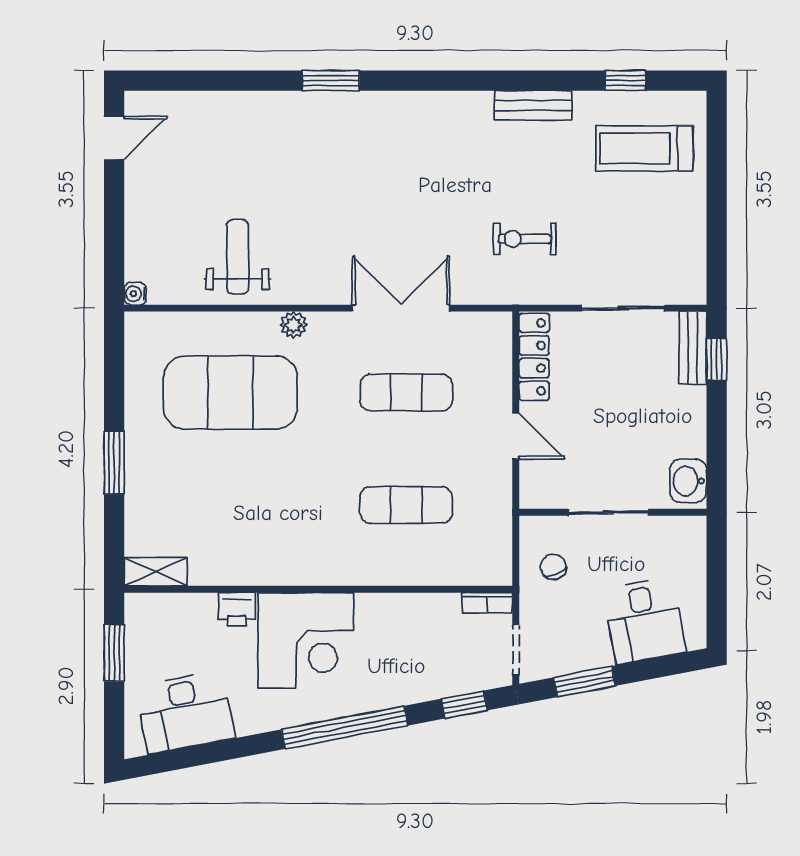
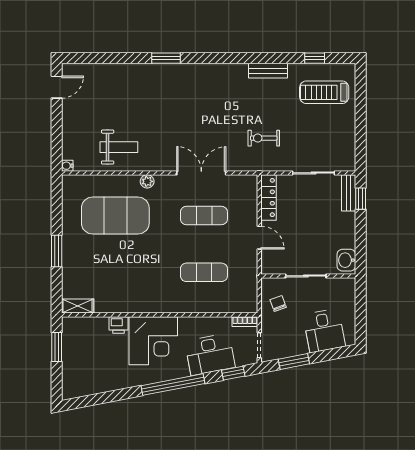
weight bench: (238, 257) -> (119, 147), turned 90
desk: (185, 712) -> (210, 354), moved

